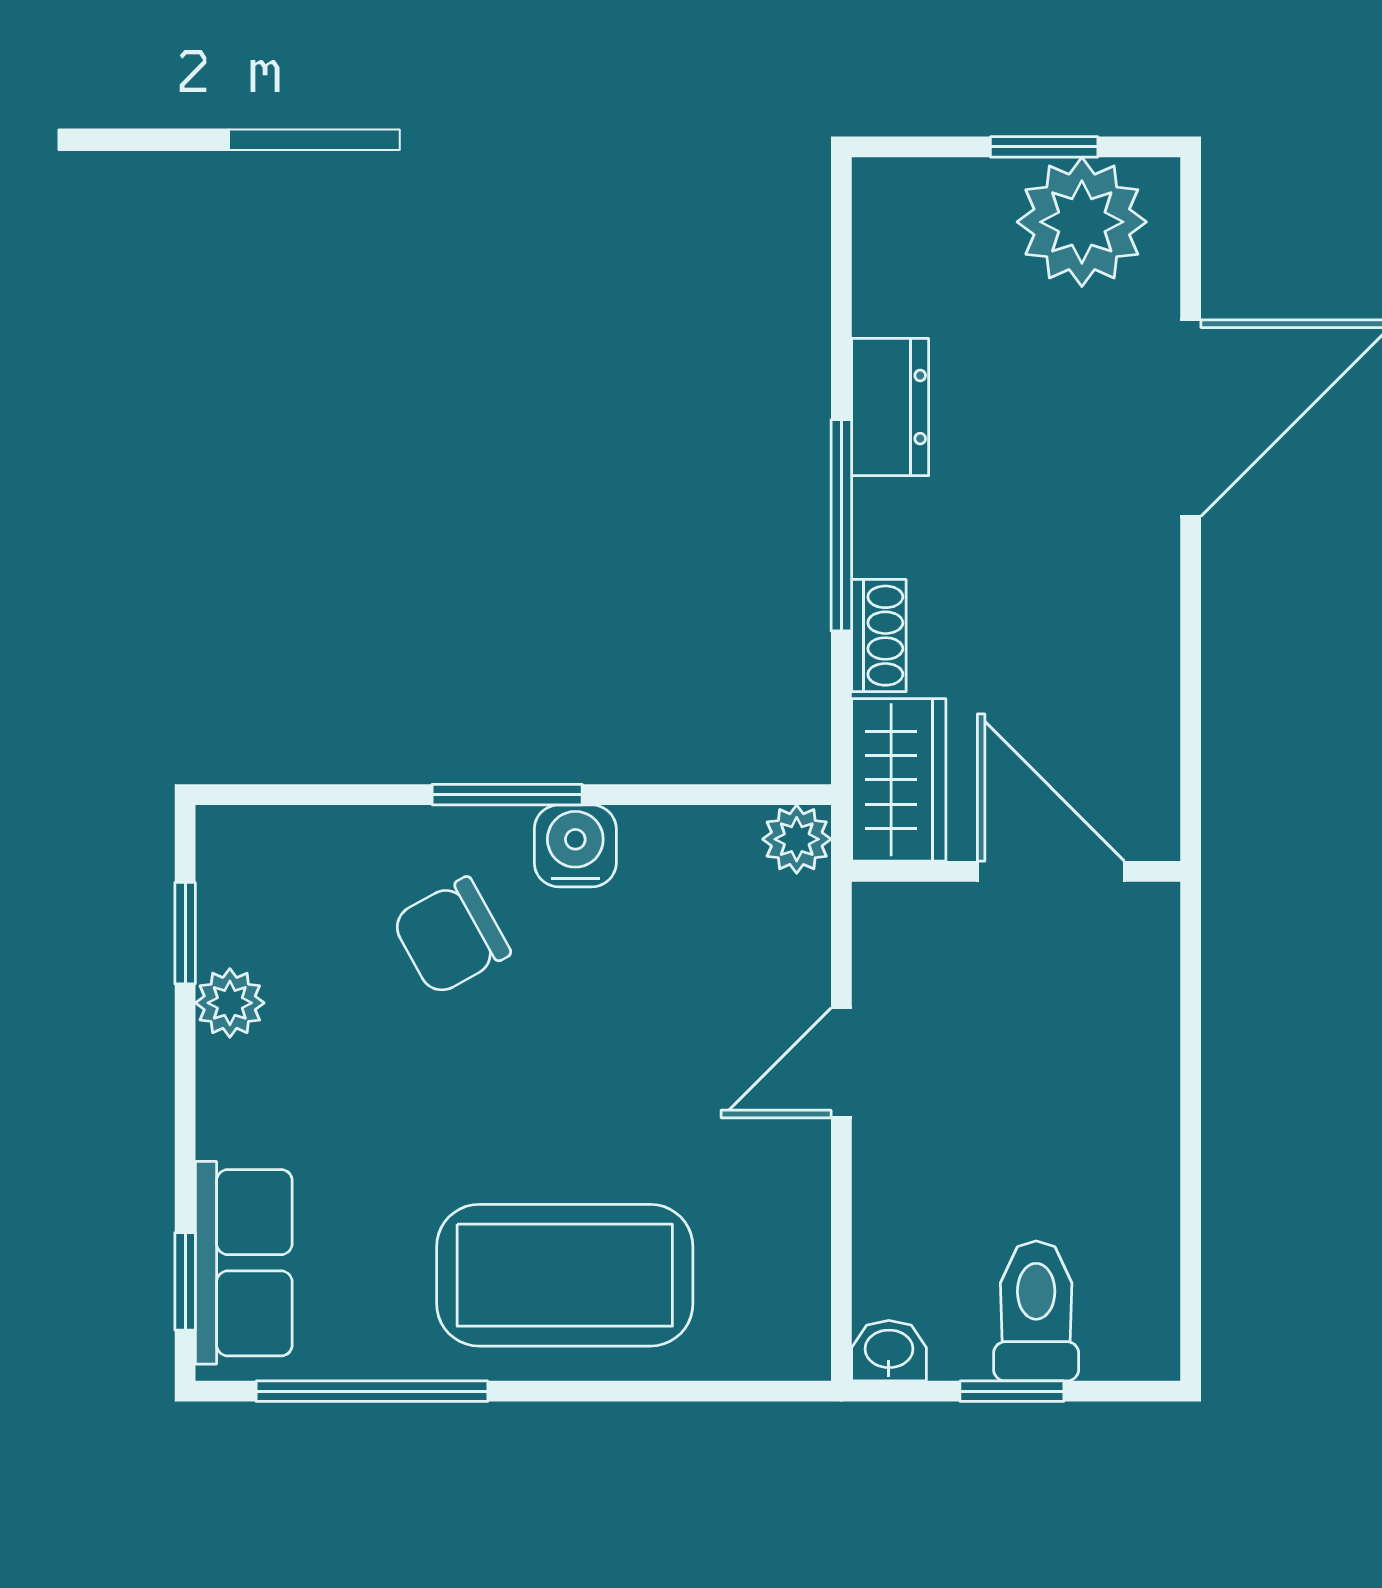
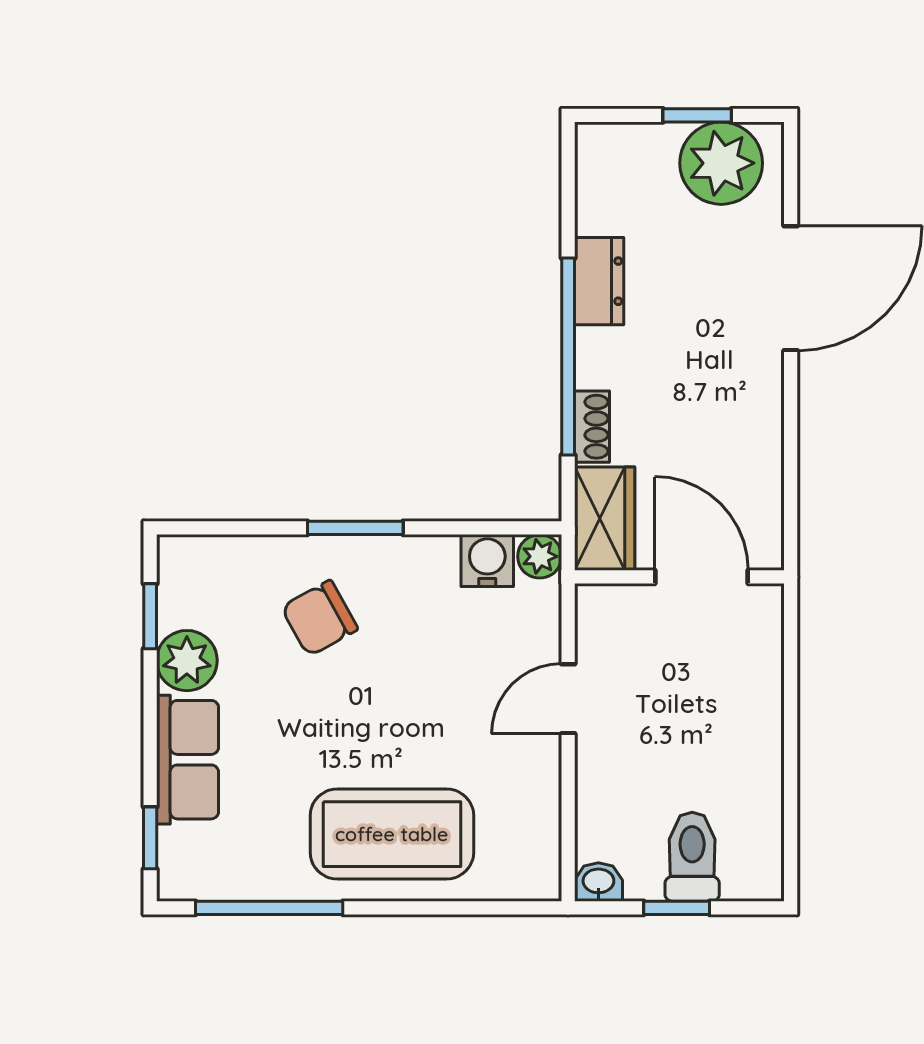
window: (841, 525) -> (568, 356), width x1.46
water cooler: (575, 846) -> (487, 561), moved
plant: (230, 1003) -> (187, 661), width x1.38, depth x1.38
row of seats: (244, 1263) -> (187, 760), moved

